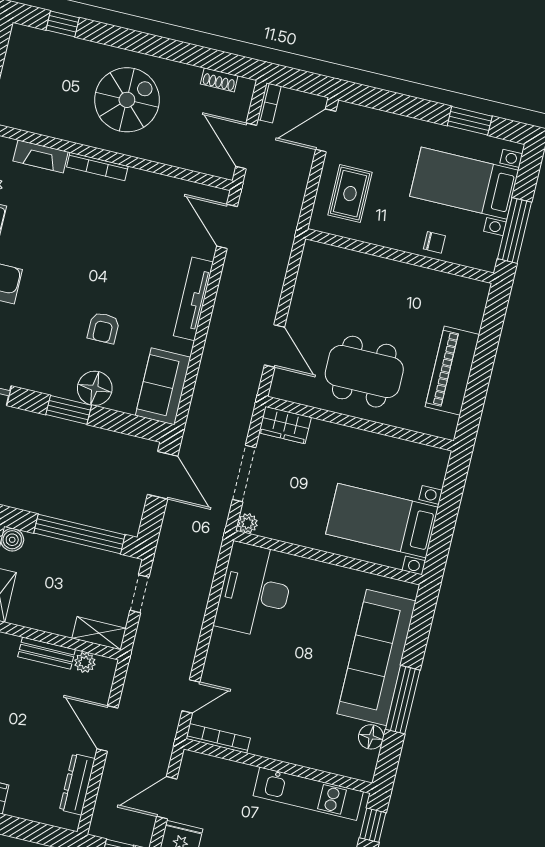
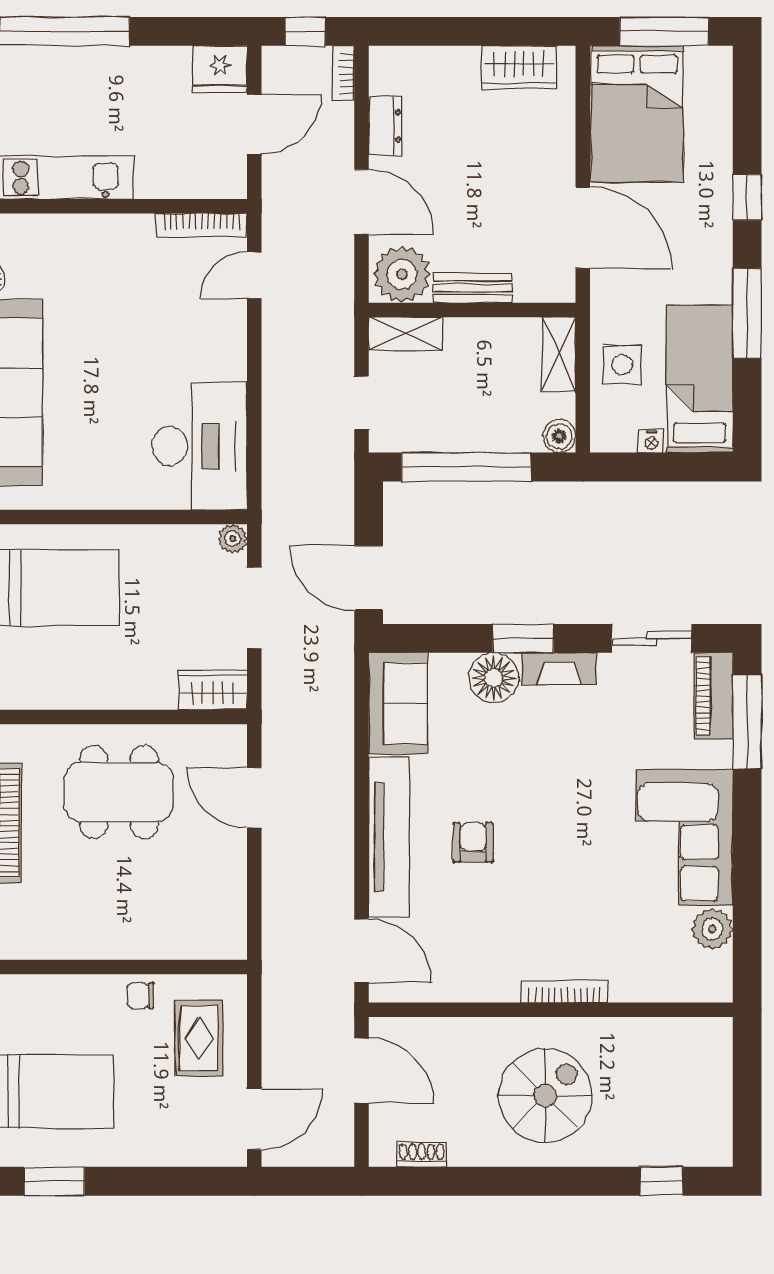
spiral stairs: (127, 100) -> (545, 1096), turned 180
bookcase: (269, 103) -> (343, 73), moved
fireplace: (41, 156) -> (559, 669), moved, turned 180
chair: (434, 242) -> (141, 996), moved
tv unit: (193, 299) -> (389, 837), width x1.36, depth x1.29
armchair: (103, 328) -> (473, 842), moved
plant: (85, 662) -> (402, 274), width x1.88, depth x1.88
dresser: (77, 784) -> (385, 126), width x0.70

